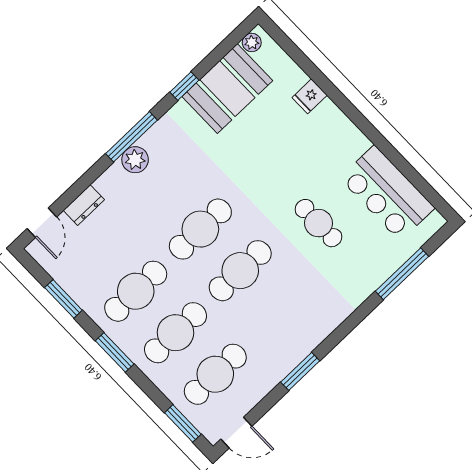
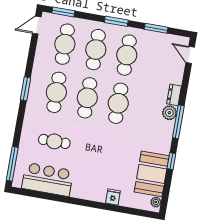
dresser: (84, 205) -> (174, 95), moved
cafe table: (318, 223) -> (54, 141), moved
window: (402, 274) -> (12, 164), moved
cafe table: (280, 312) -> (56, 92), added
window: (300, 371) -> (26, 89), moved

